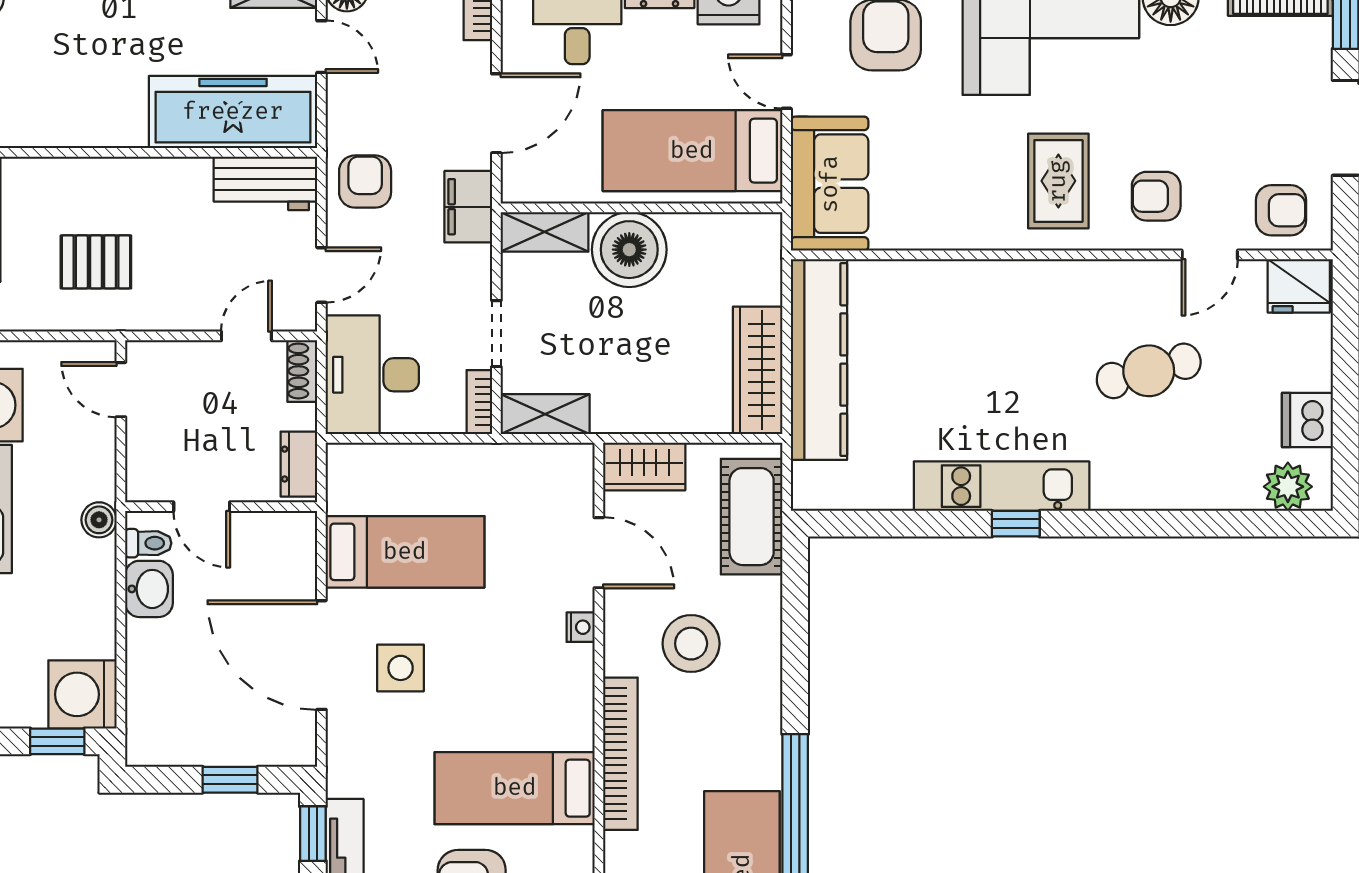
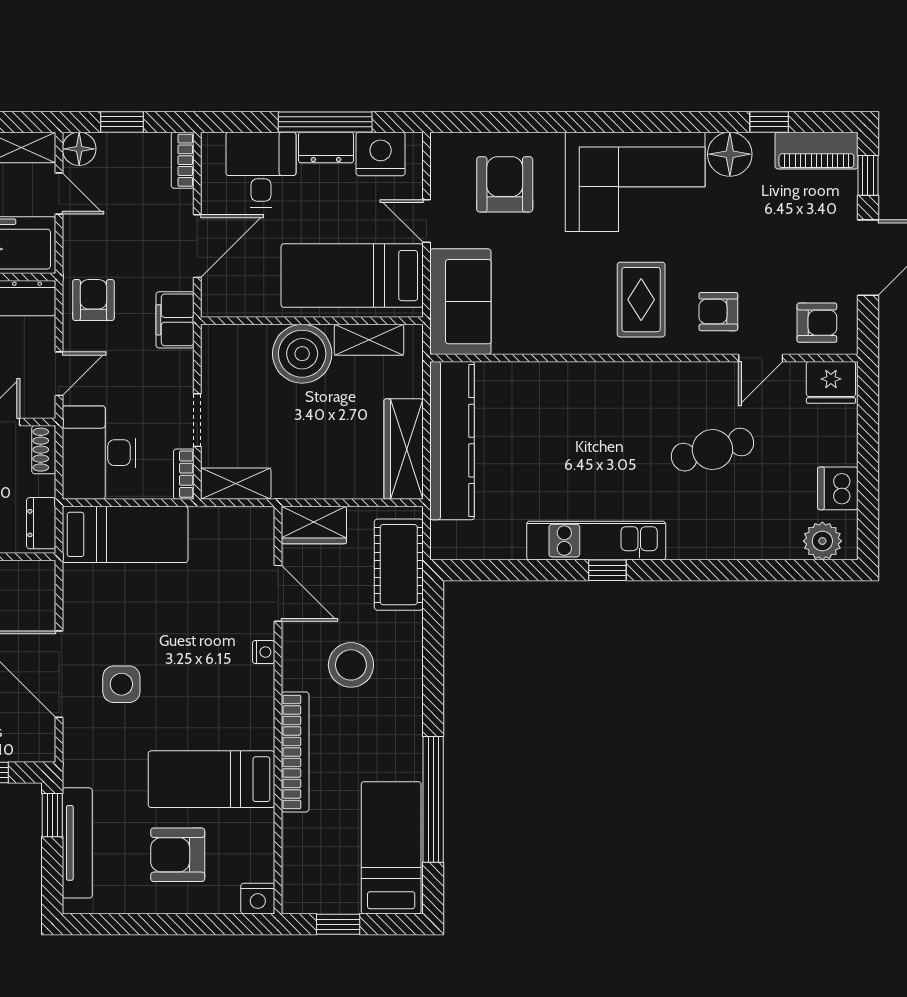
shelving: (545, 232) -> (369, 340), moved
bed: (405, 552) -> (125, 534), moved

